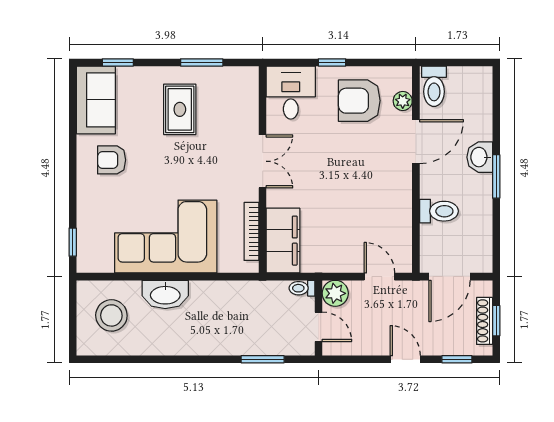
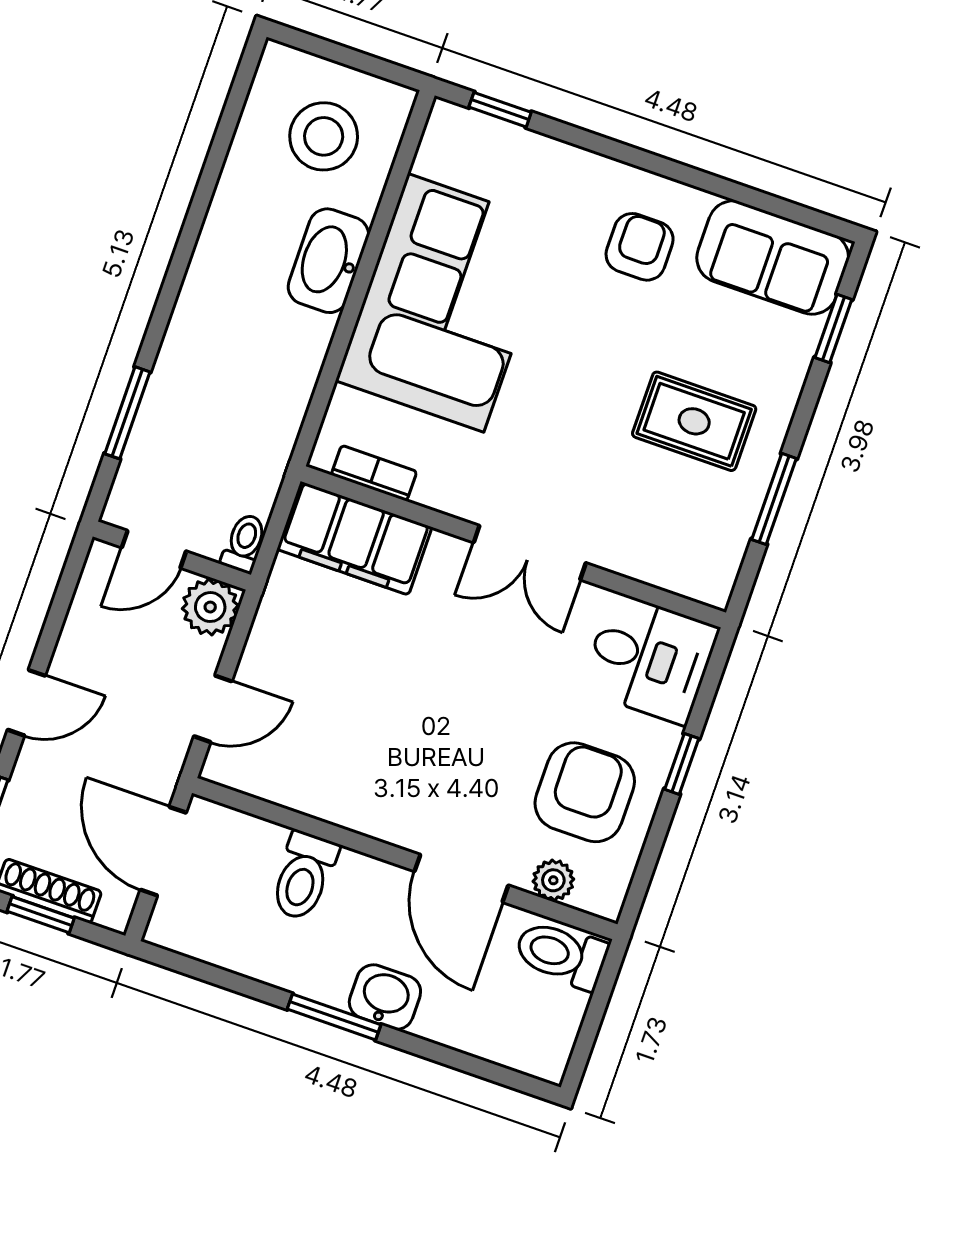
bookcase: (251, 231) -> (374, 473), width x0.64

